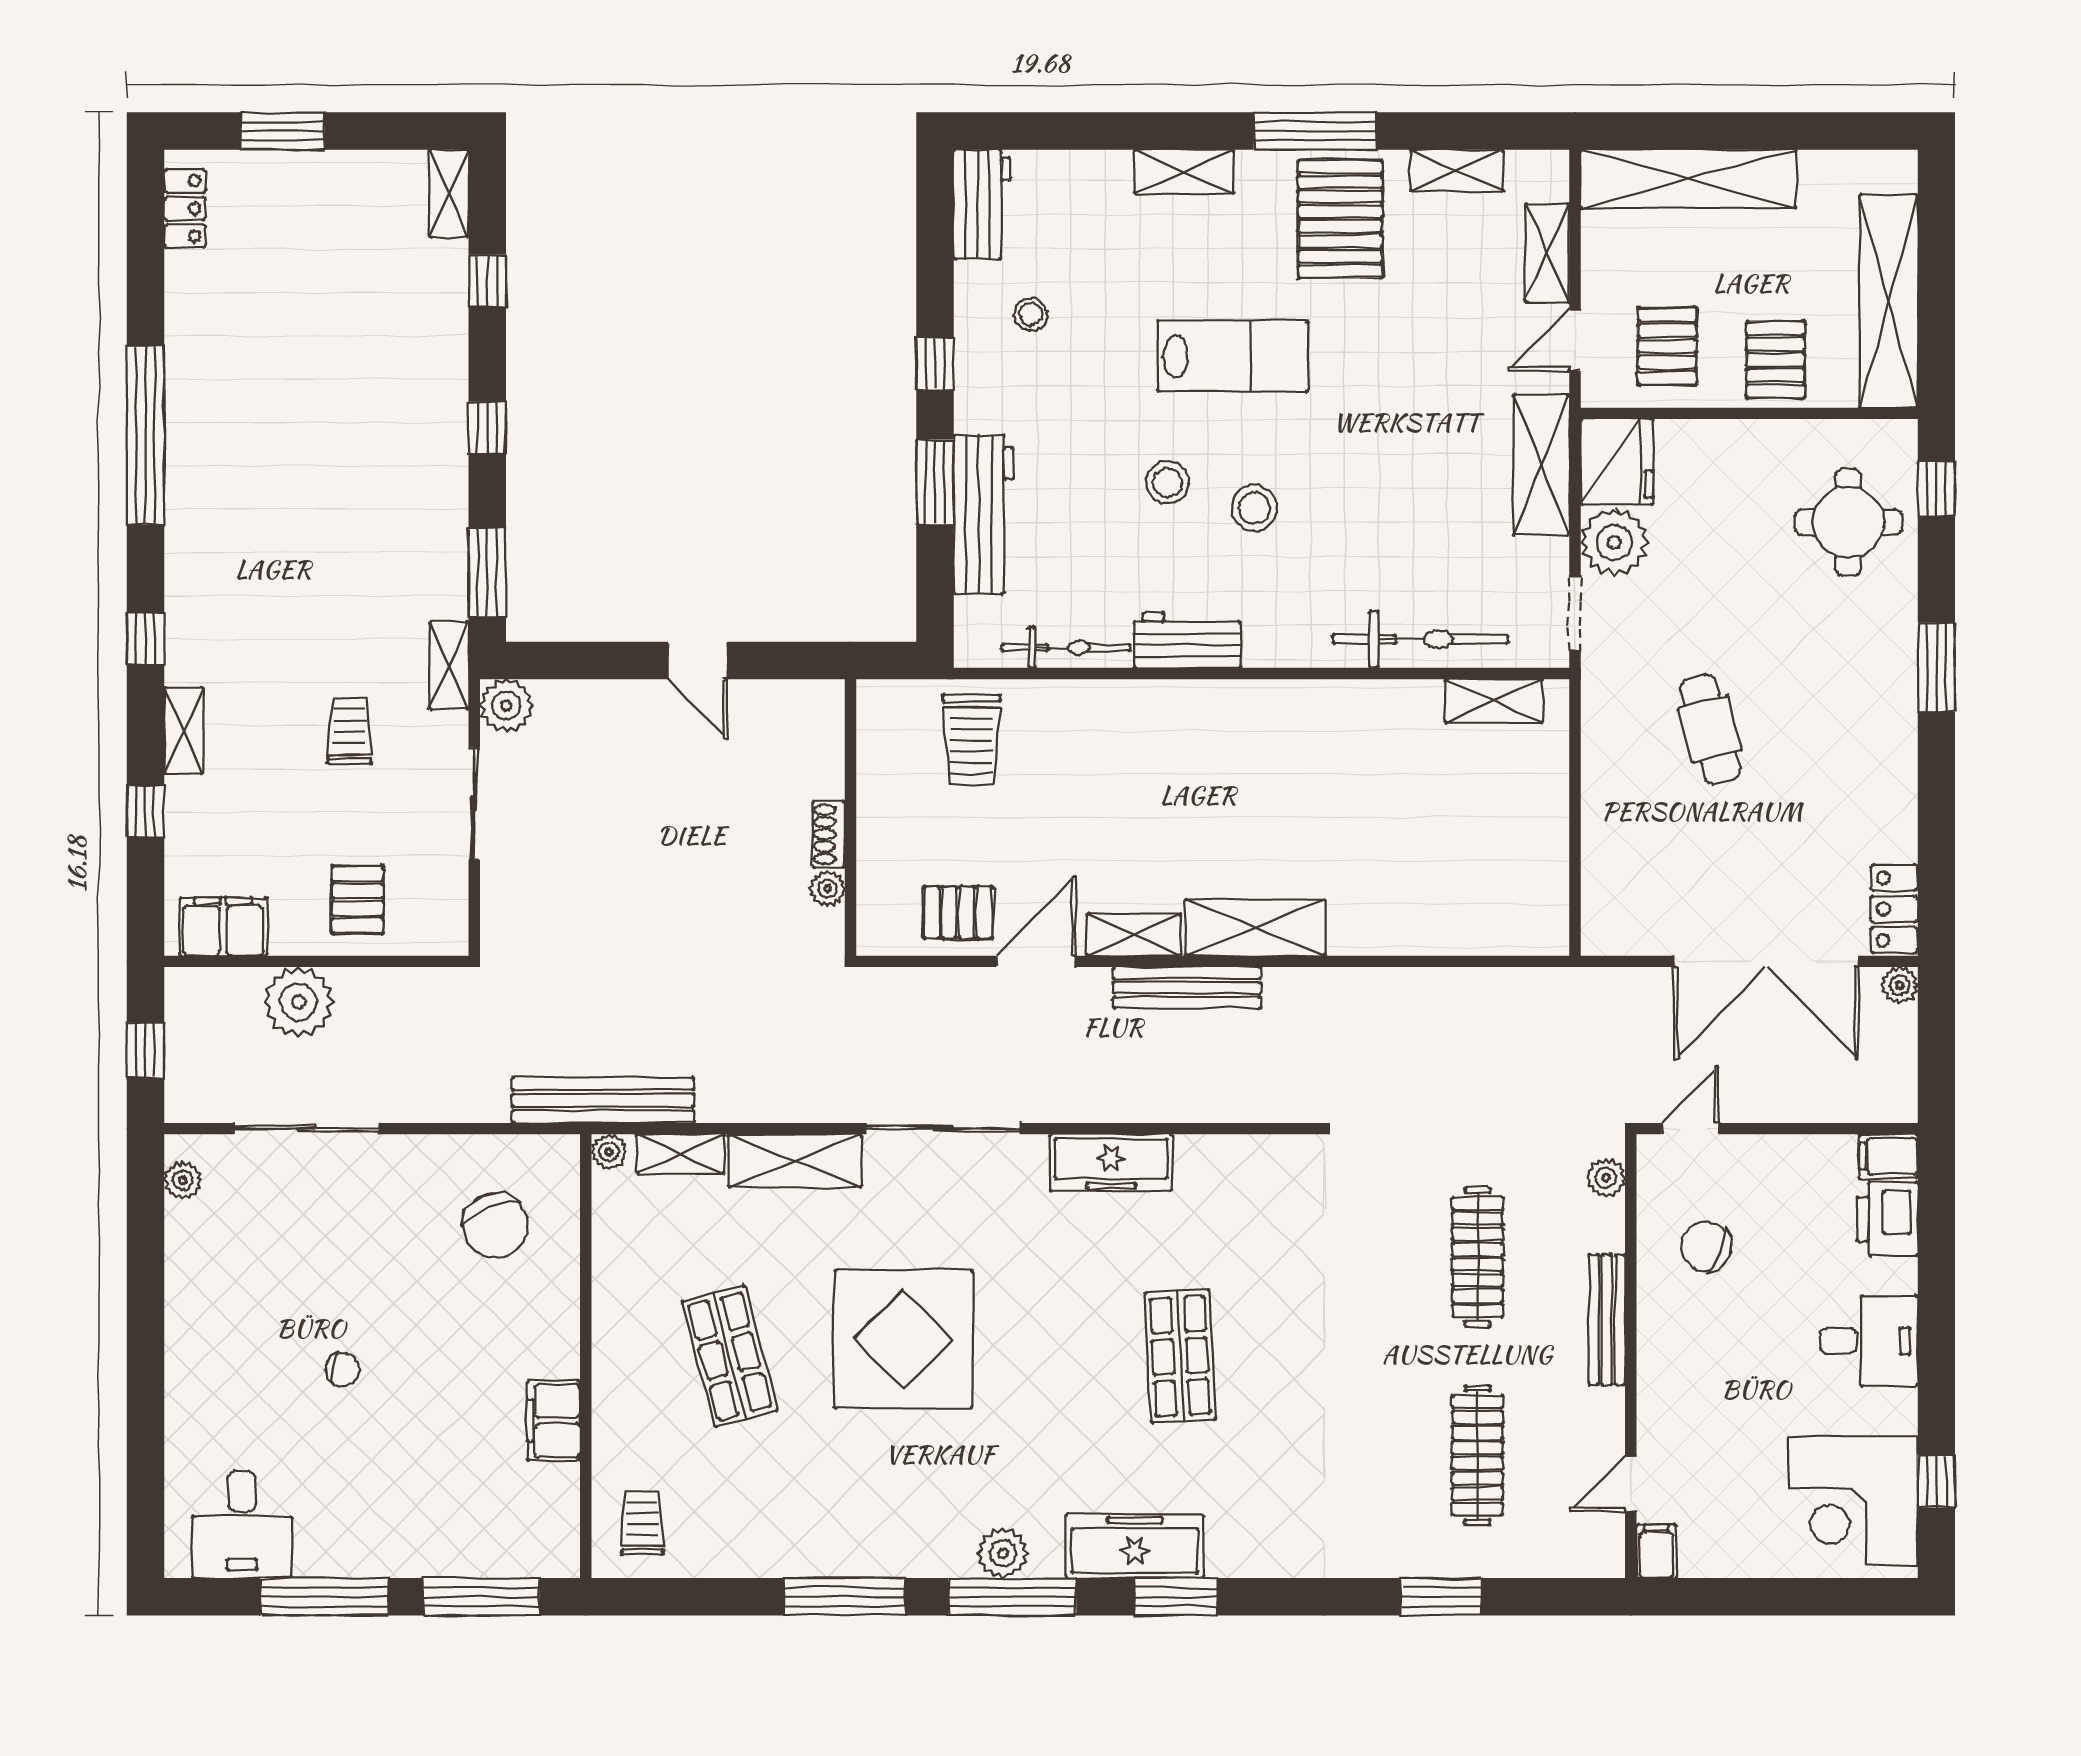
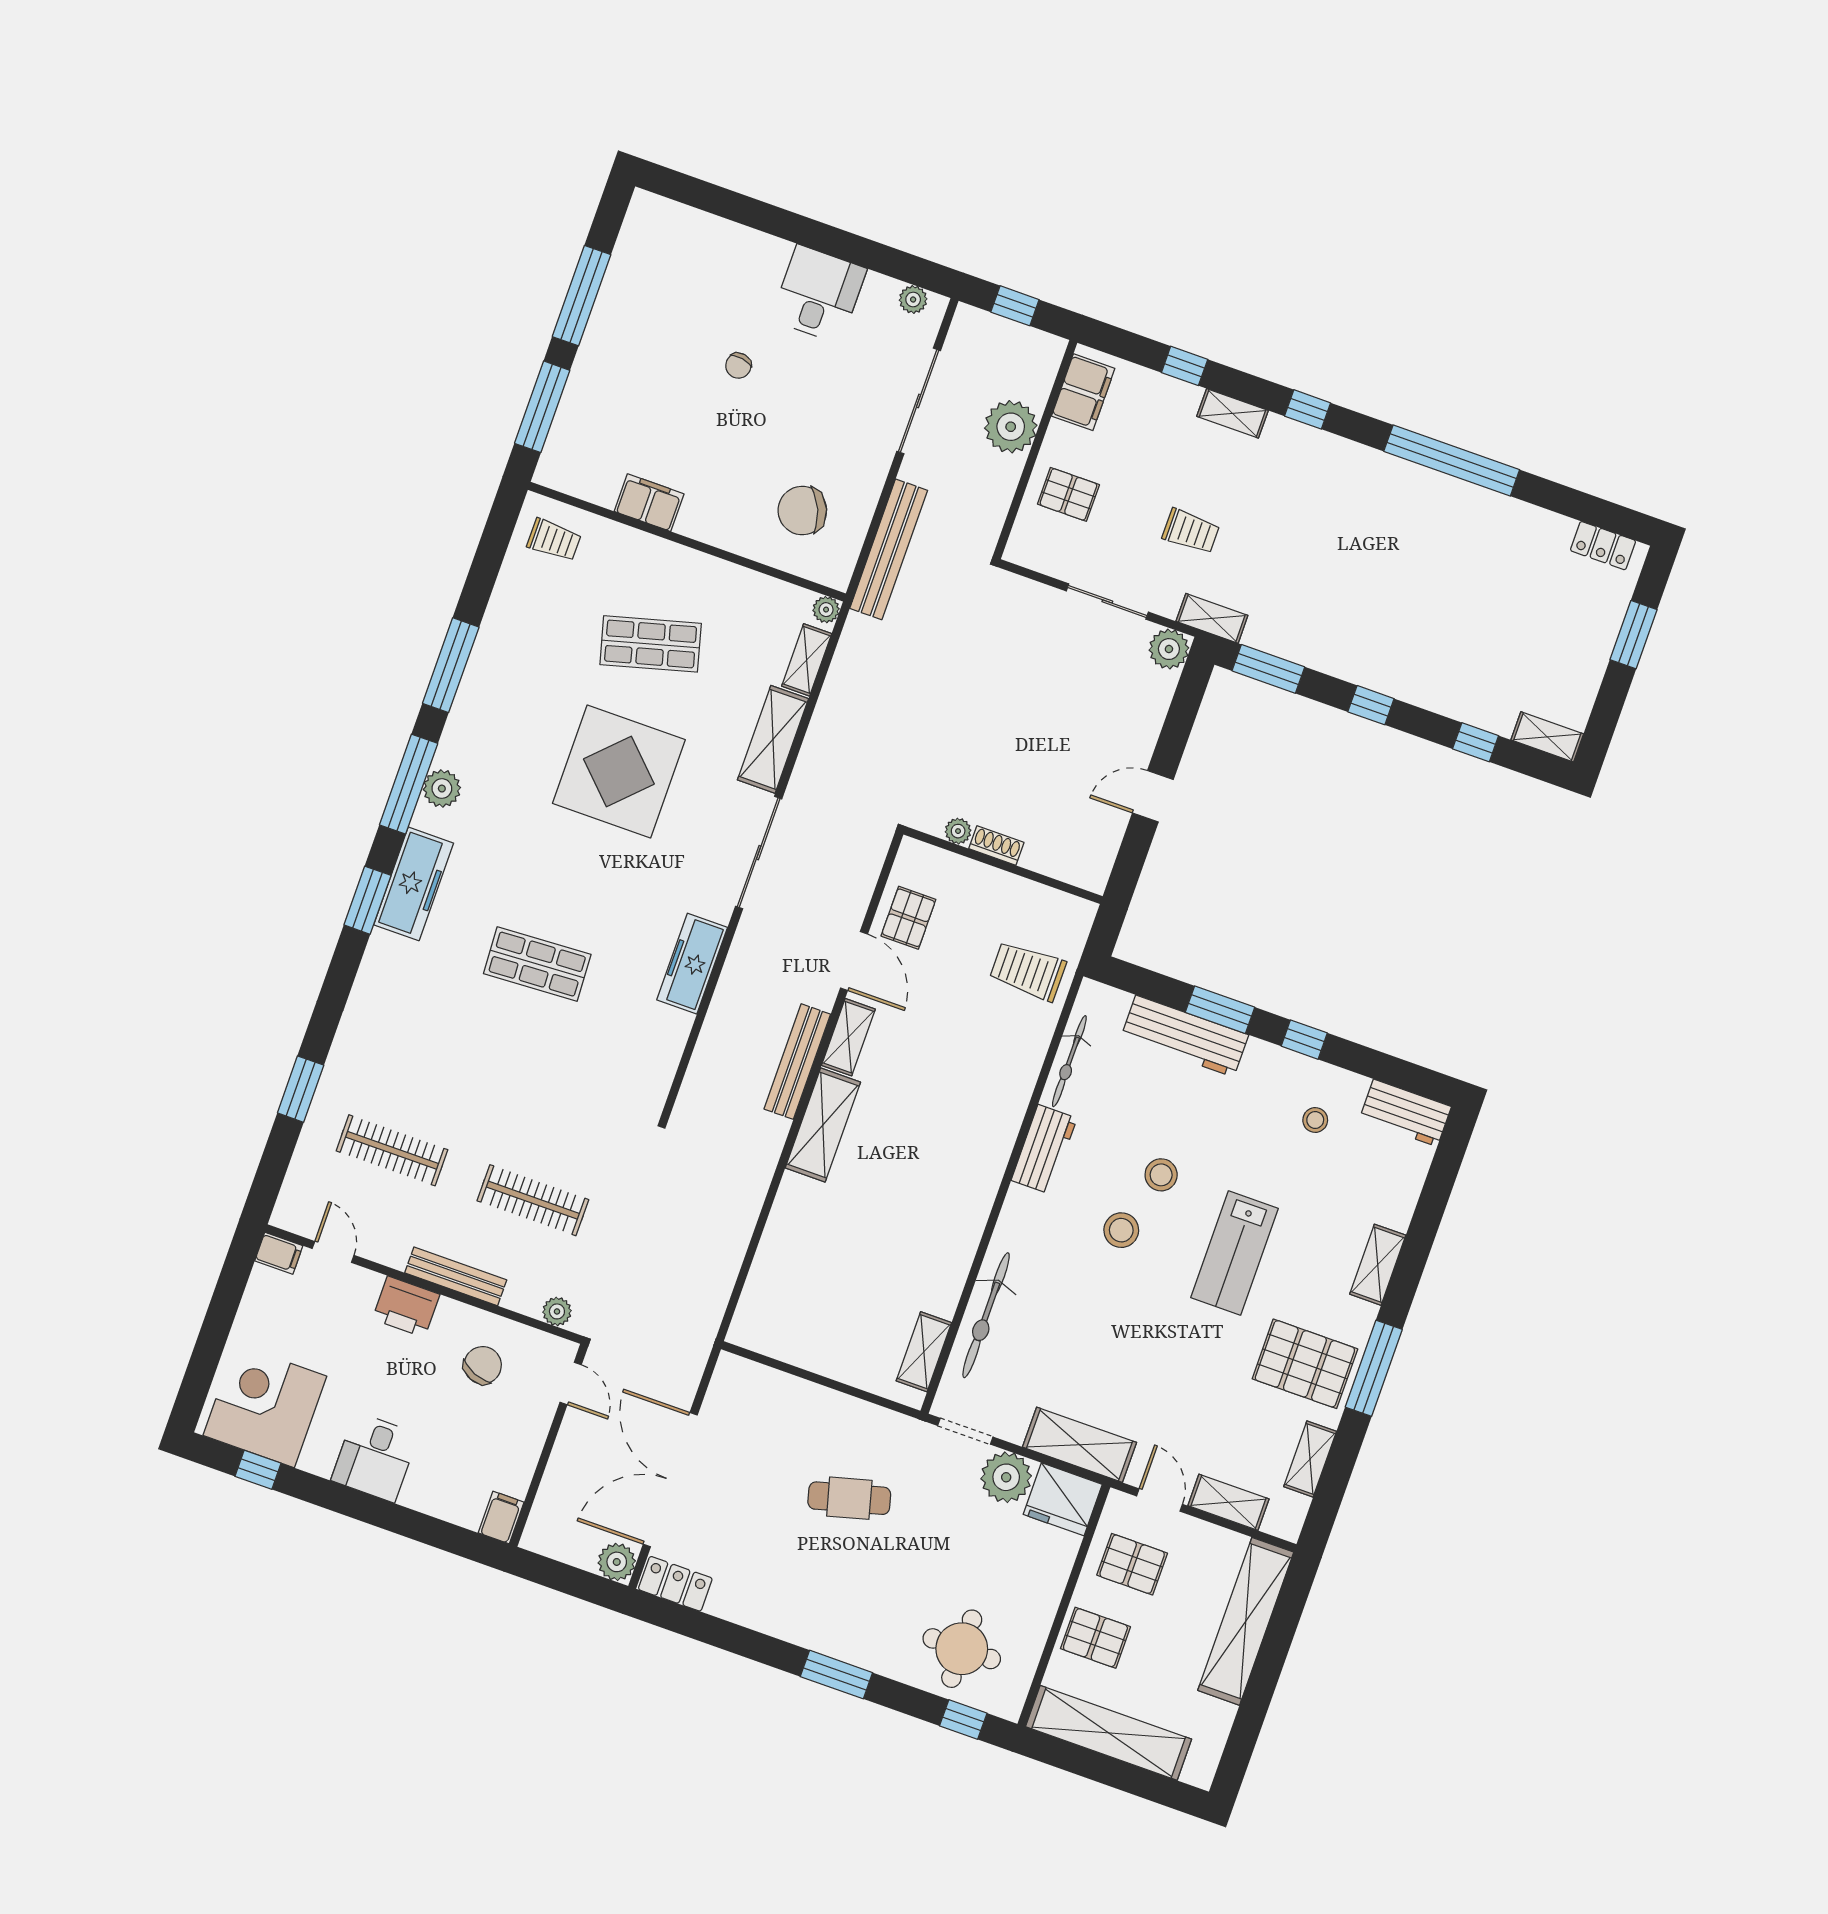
plant: (1900, 985) -> (617, 1562), width x1.38, depth x1.38
bench: (603, 1100) -> (889, 549), moved
printer: (1887, 1219) -> (406, 1307), moved, turned 180
desk: (242, 1524) -> (819, 294), moved, turned 90

